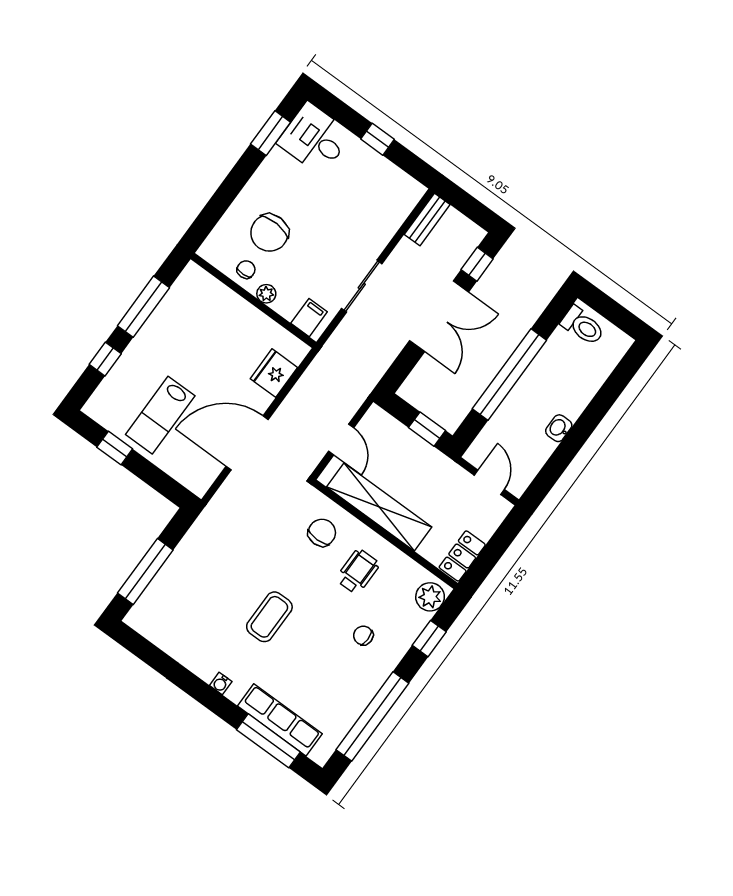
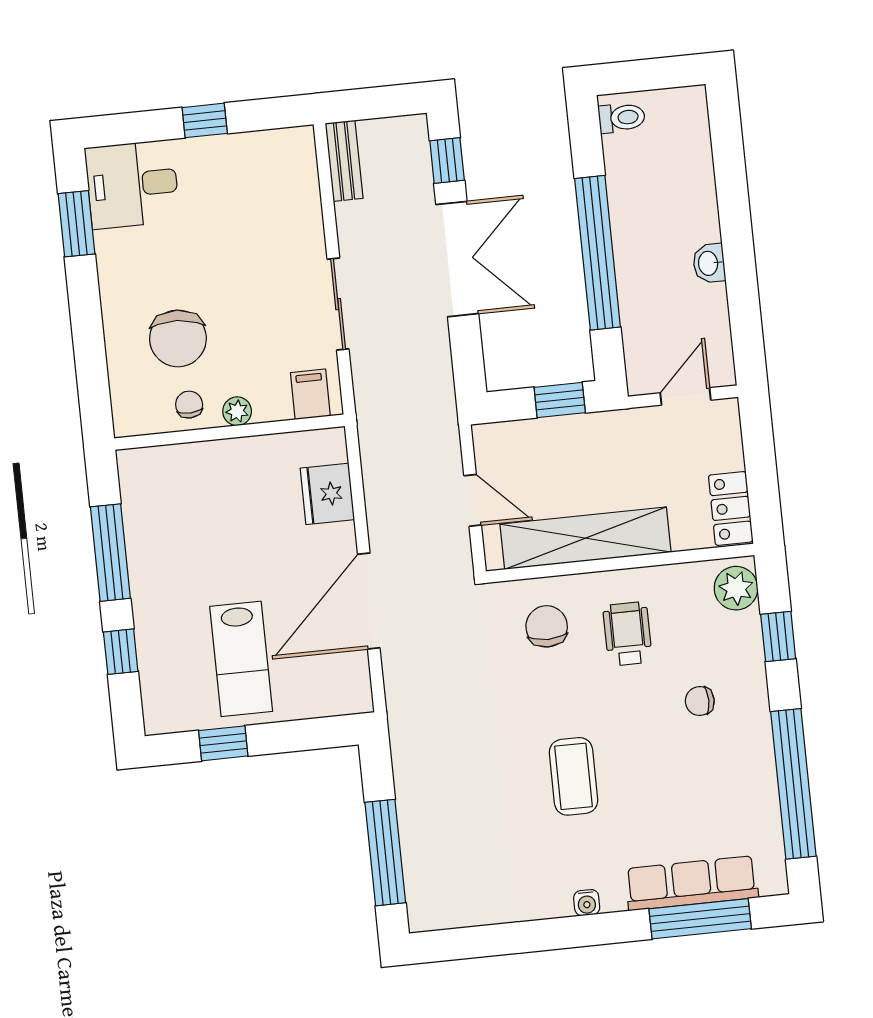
toilet: (583, 326) -> (622, 118), width x0.73, depth x0.72
door: (489, 482) -> (685, 396), hinge flipped

